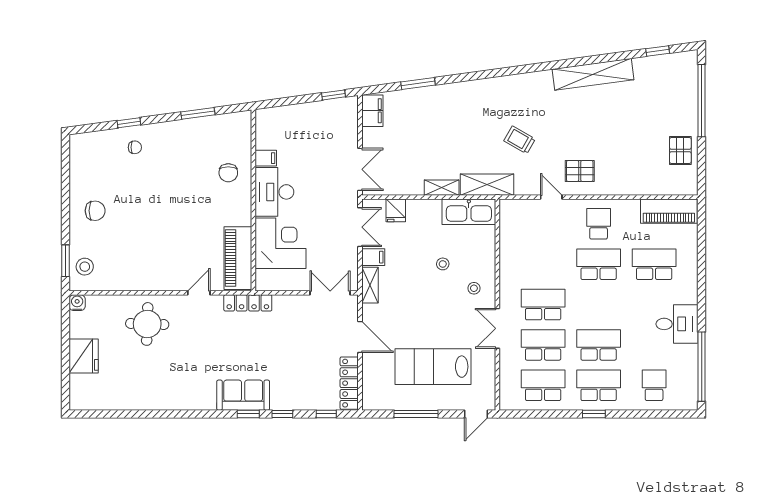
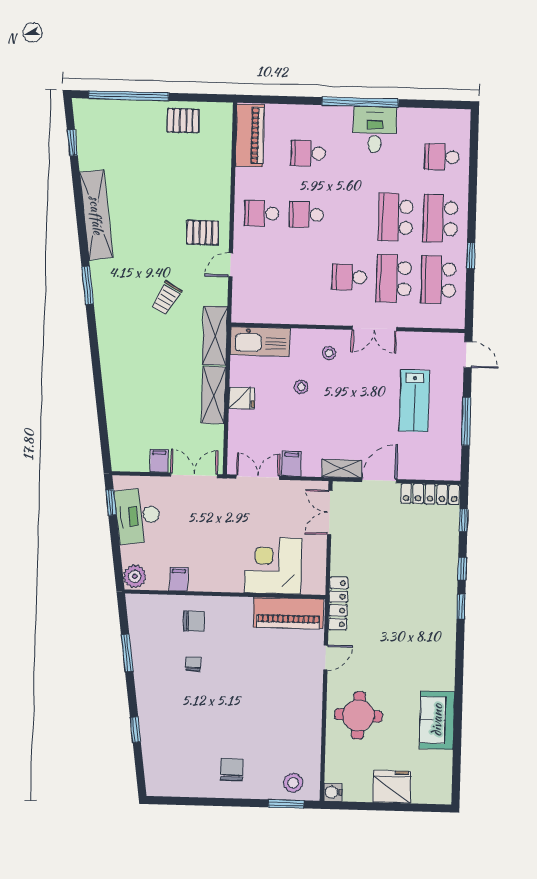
window: (418, 83) -> (88, 285), moved
filing cabinet: (372, 111) -> (159, 461), moved, width x0.50
plant: (267, 118) -> (135, 576), added
chair: (135, 147) -> (193, 664), moved
pallet: (580, 171) -> (203, 233), turned 90
shelving: (442, 188) -> (214, 395), width x1.50, depth x1.33
desk: (274, 192) -> (138, 516), moved, turned 82
fridge: (396, 210) -> (242, 398), moved
kitchen sink: (469, 212) -> (260, 341), moved, turned 90
school desk: (599, 264) -> (306, 215), width x0.54
school desk: (654, 264) -> (308, 153), width x0.54
shelving: (370, 285) -> (342, 469), moved
door: (199, 293) -> (326, 657), swing flipped
school desk: (543, 305) -> (349, 277), width x0.54
lab bench: (433, 367) -> (414, 401), width x0.73, depth x0.72
window: (702, 367) -> (360, 102), moved
sofa: (243, 395) -> (437, 720), moved
window: (594, 414) -> (471, 256), moved

